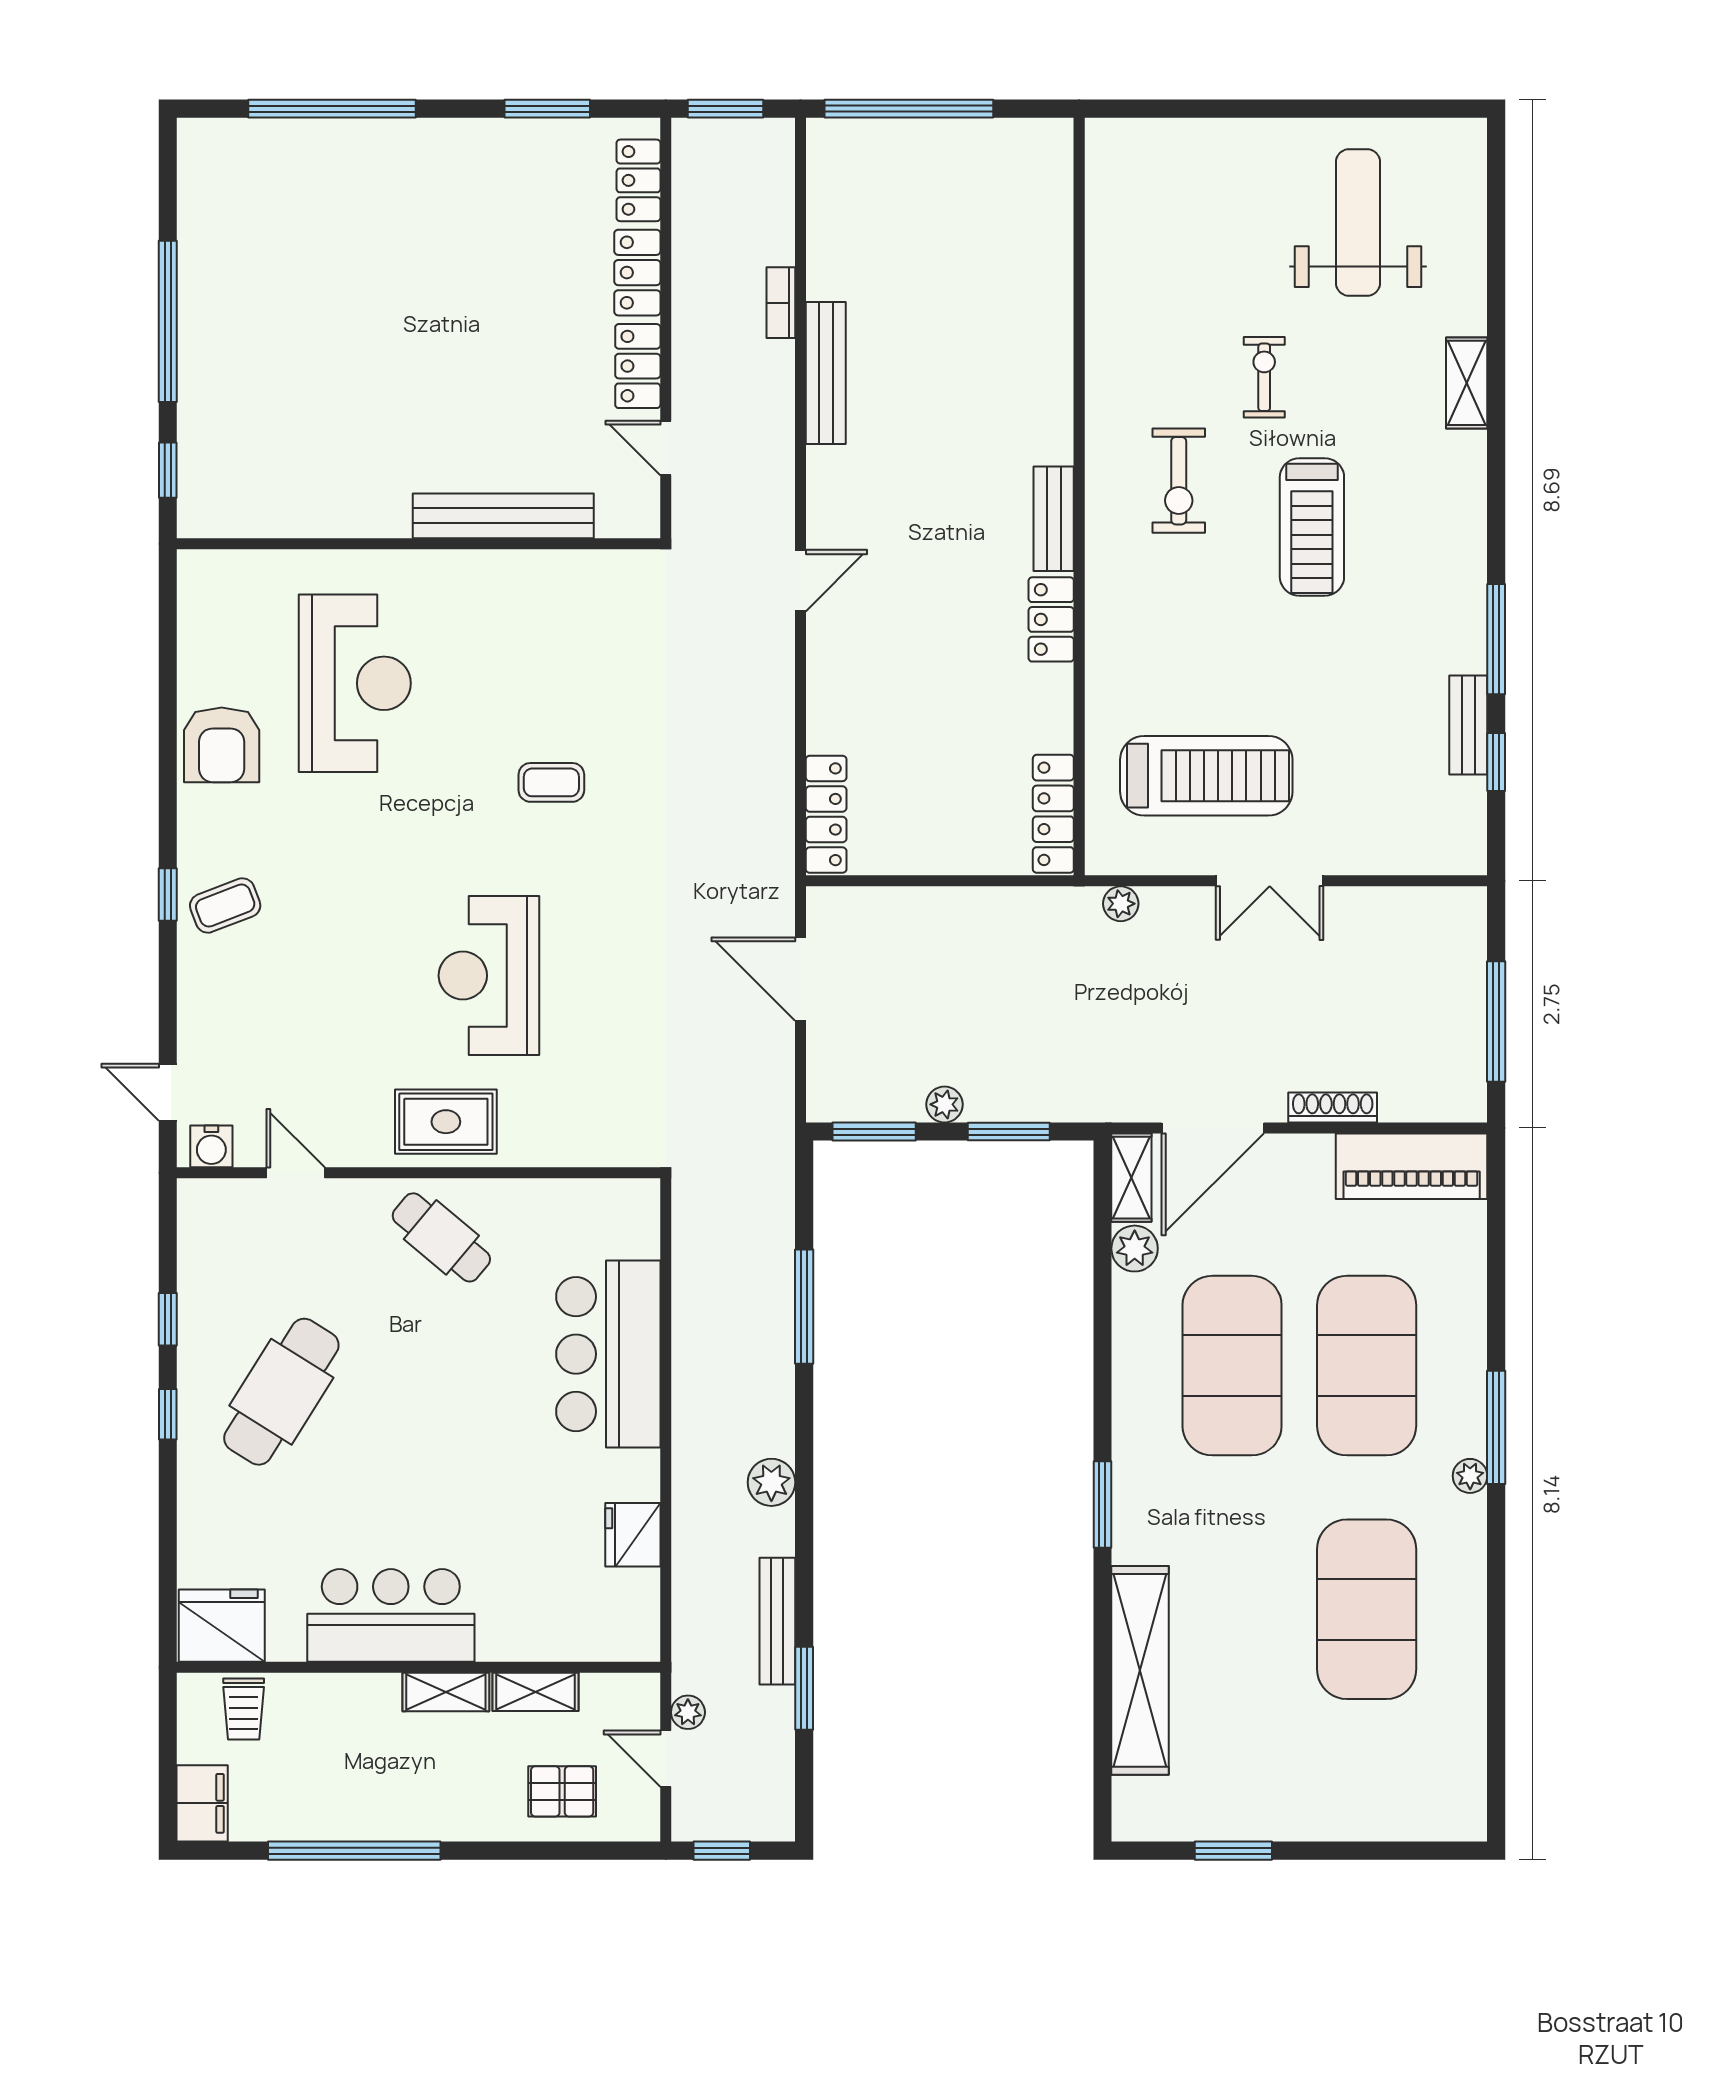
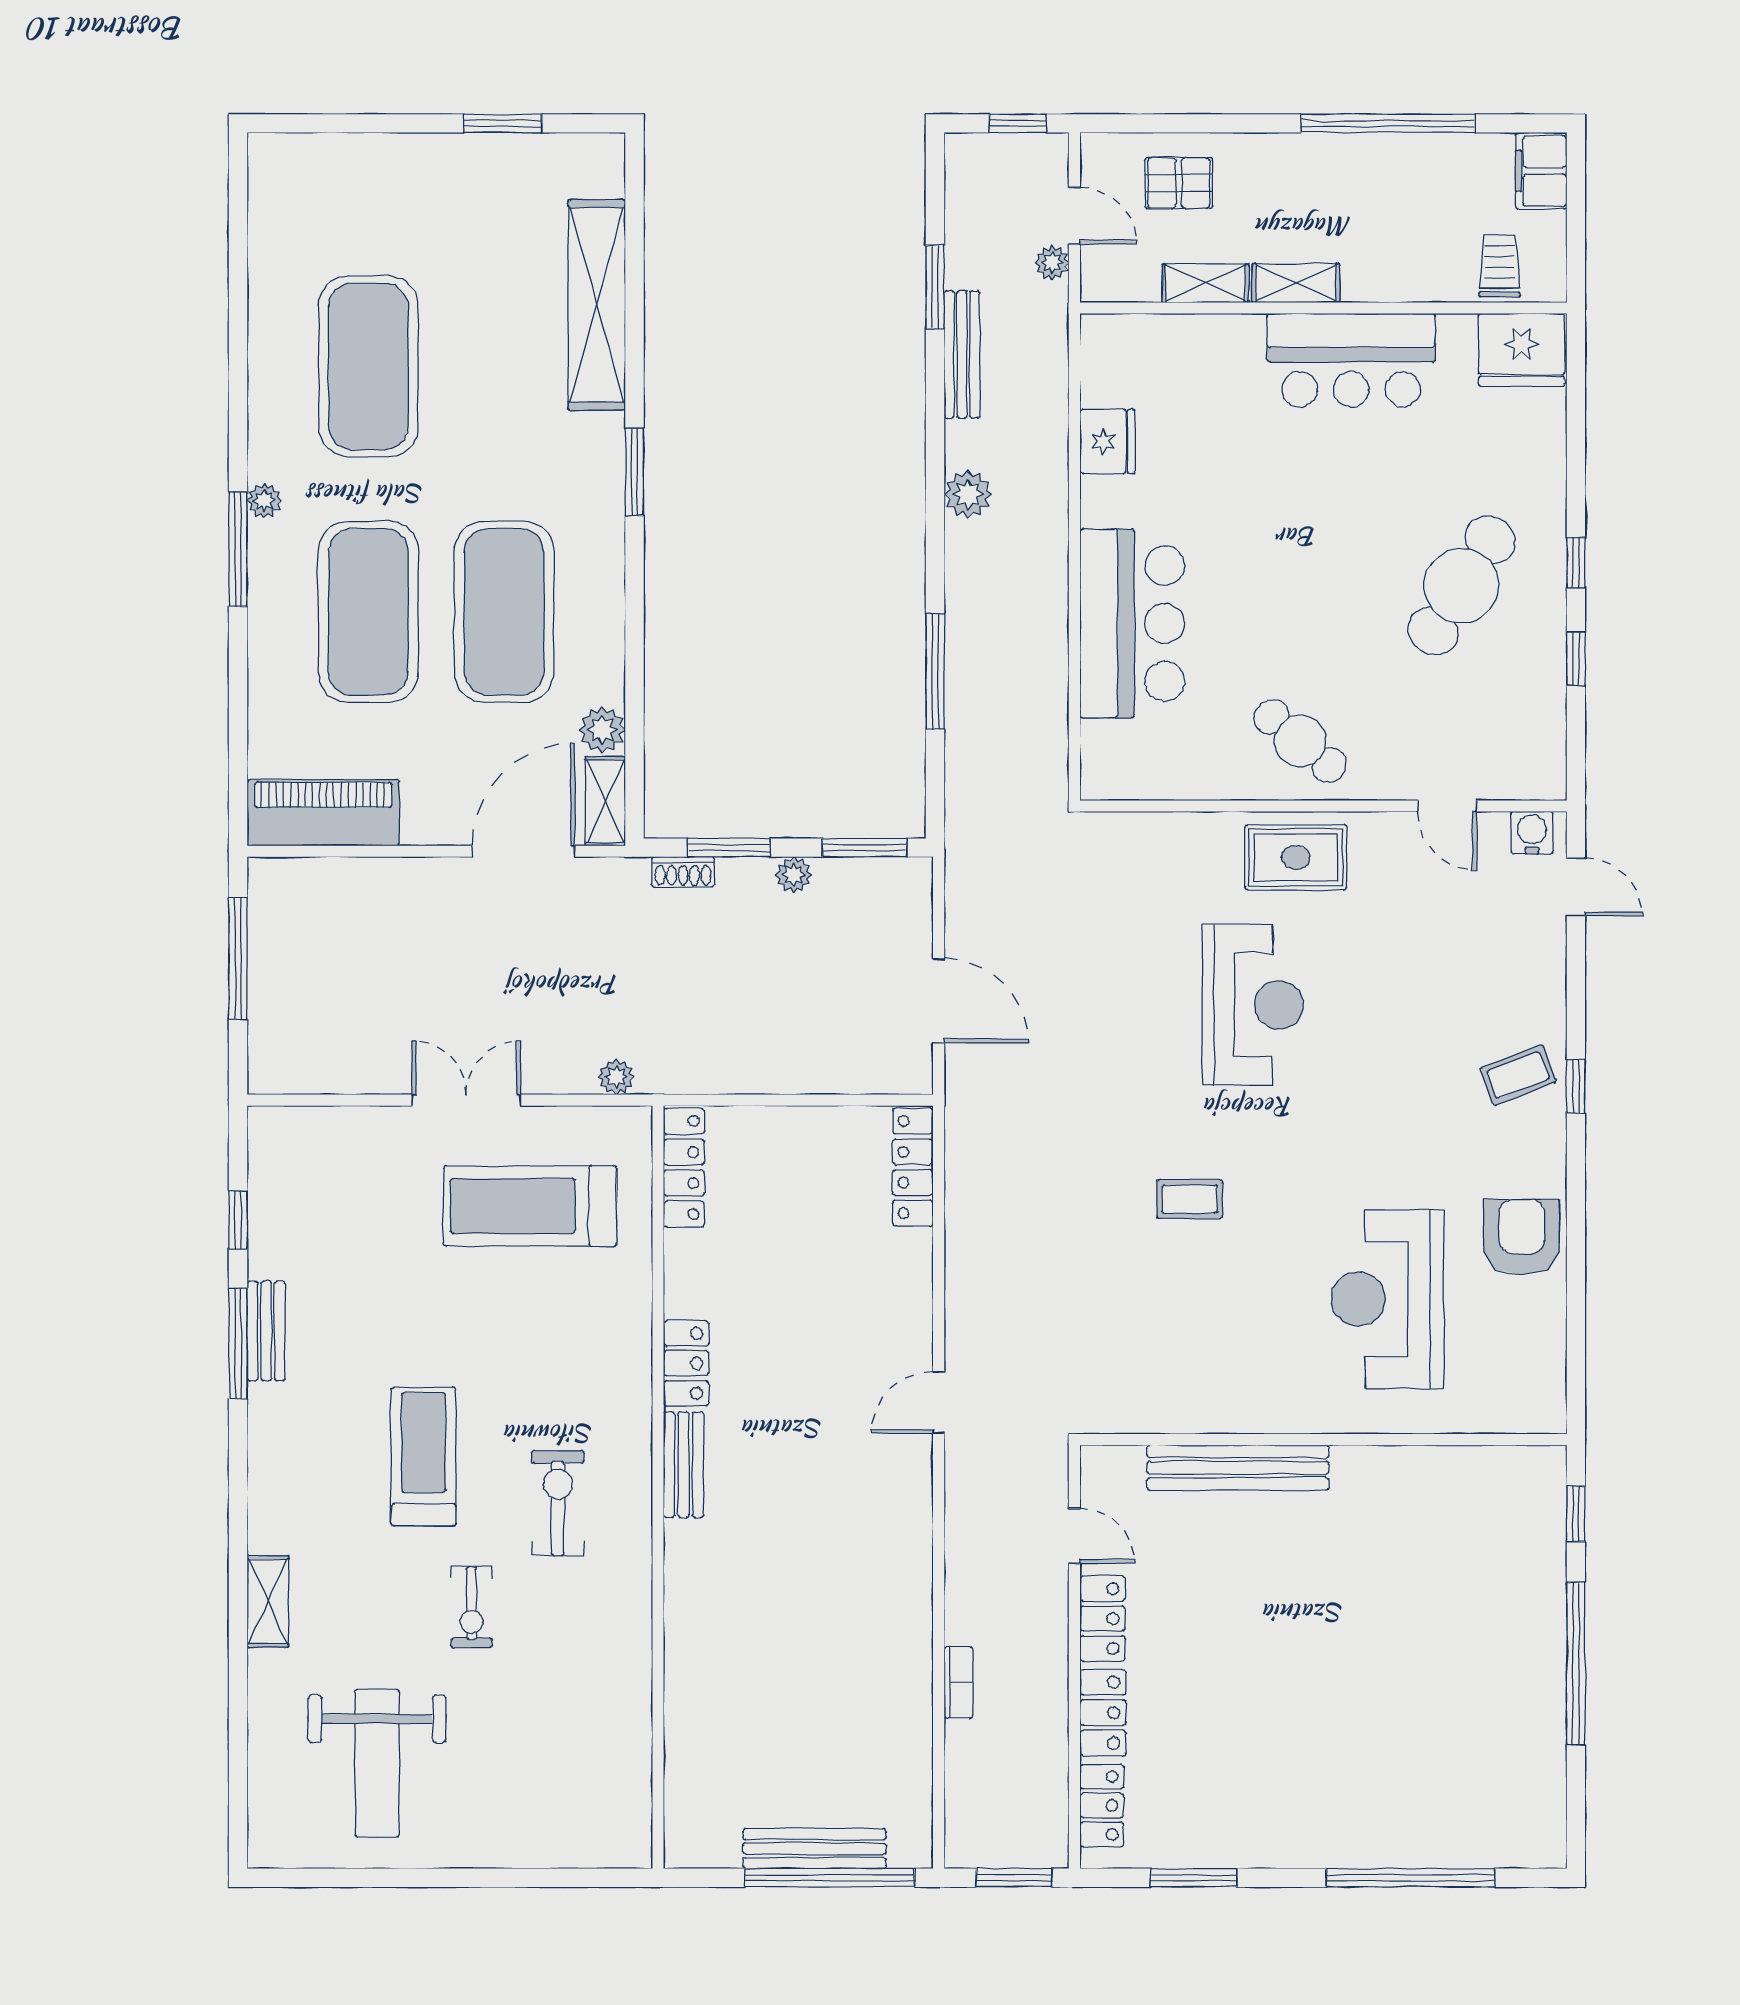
bench: (826, 373) -> (814, 1849), moved, turned 90
bench: (1468, 725) -> (266, 1331), moved
shoe rack: (1333, 1107) -> (683, 872), moved, width x0.70

